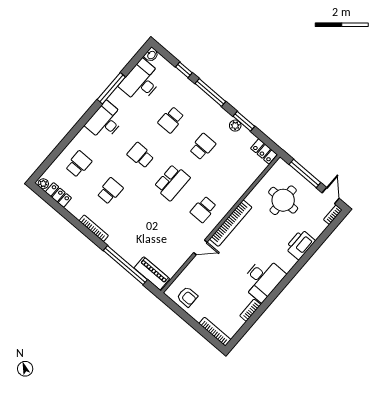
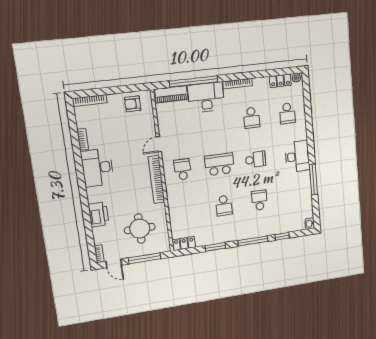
desk: (141, 81) -> (206, 97), moved, turned -90
plant: (235, 126) -> (218, 239), removed
school desk: (172, 182) -> (219, 164), turned 90

